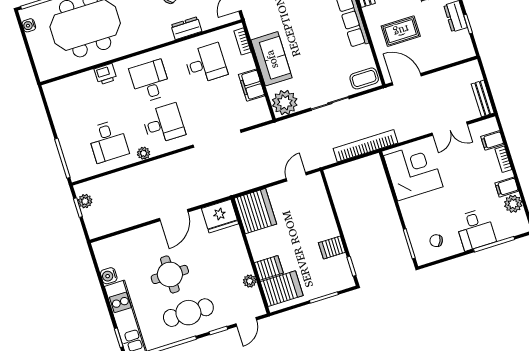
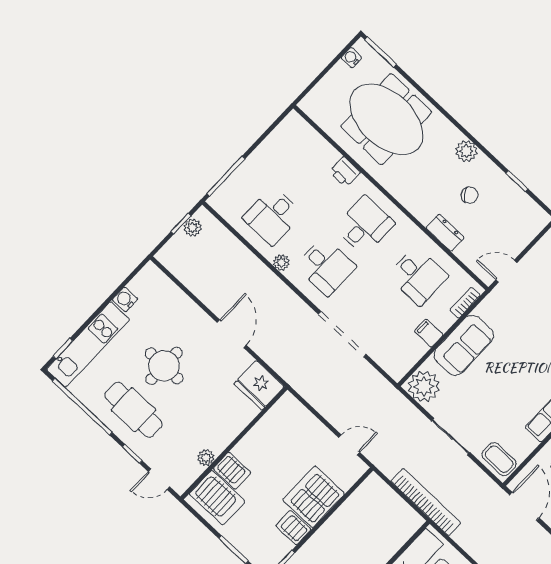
filing cabinet: (252, 85) -> (429, 333), width x0.50
server rack: (255, 211) -> (314, 497), moved, turned 180
door: (174, 215) -> (232, 334), swing flipped

